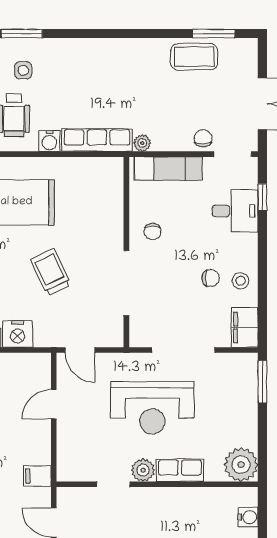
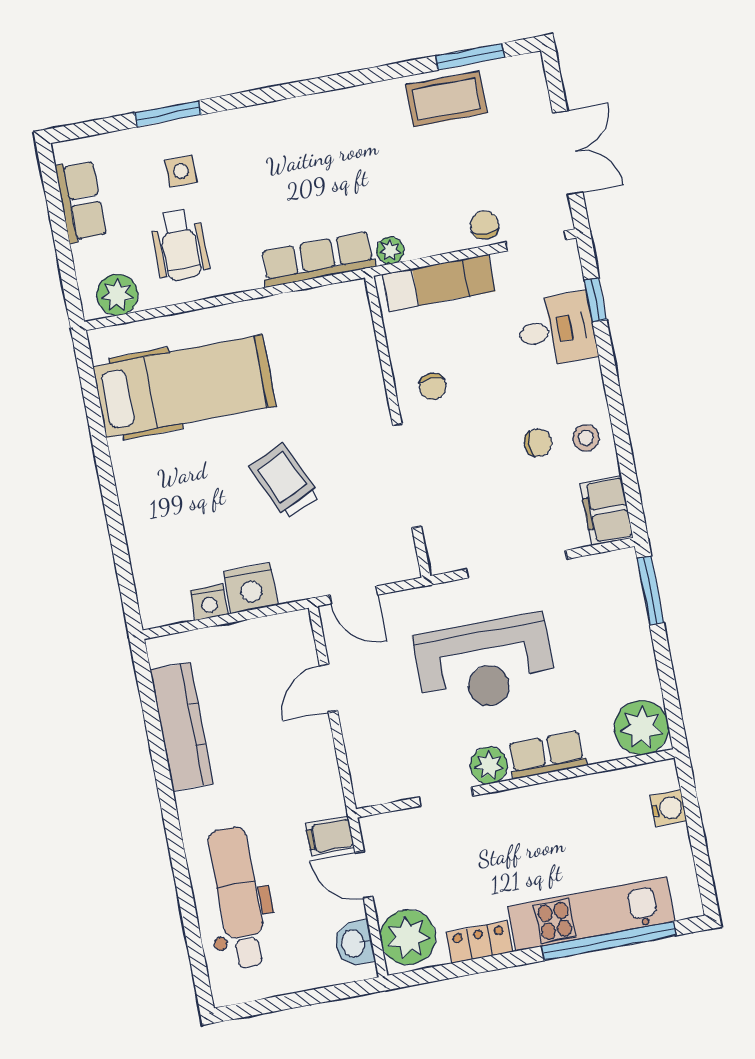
water cooler: (49, 141) -> (243, 275), removed
filing cabinet: (37, 476) -> (330, 836), moved

